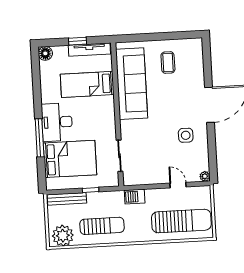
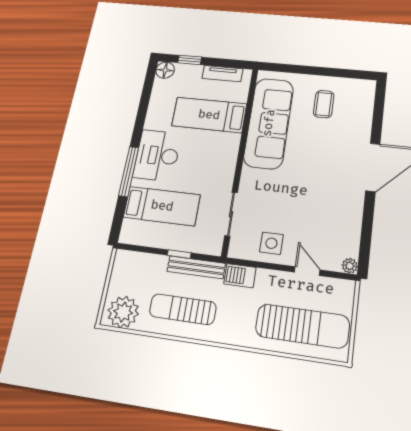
window: (78, 41) -> (190, 60), moved
tv unit: (89, 50) -> (222, 74), width x0.71
side table: (186, 135) -> (271, 243), moved
bed: (70, 159) -> (162, 206), width x0.67
bench: (67, 199) -> (196, 267), moved
sun lounger: (102, 226) -> (183, 309), turned 180

